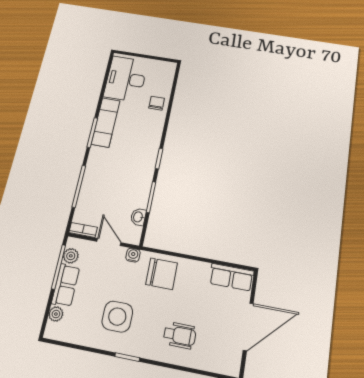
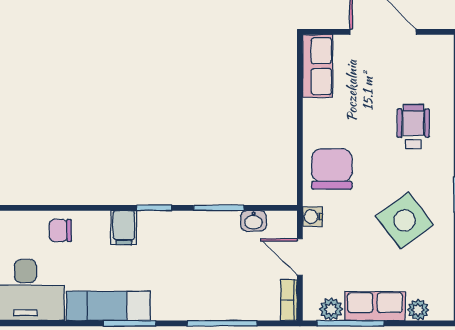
filing cabinet: (151, 139) -> (124, 228), added
door: (109, 242) -> (300, 257), hinge flipped
side table: (117, 317) -> (405, 221), turned -37

